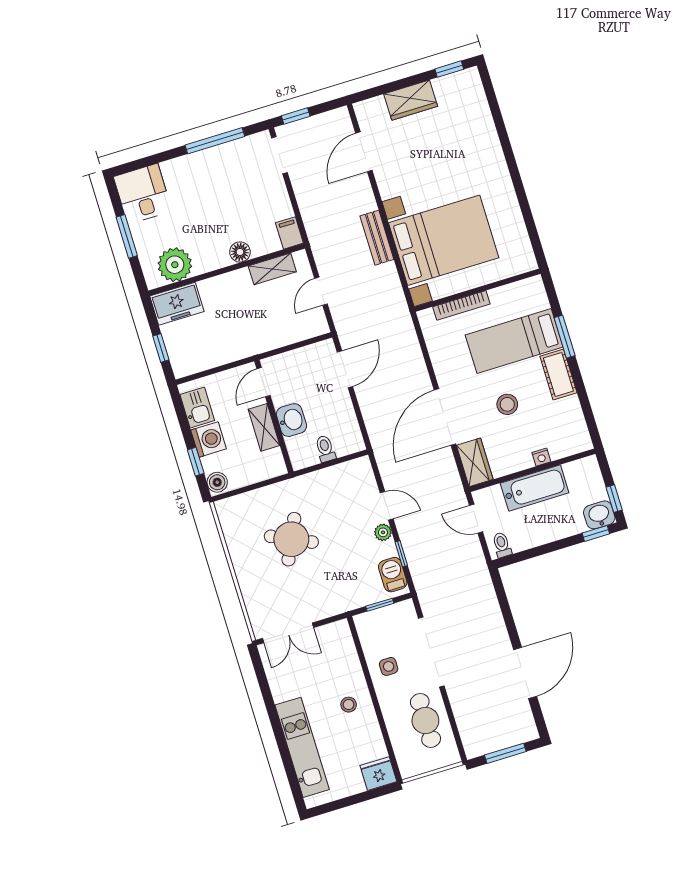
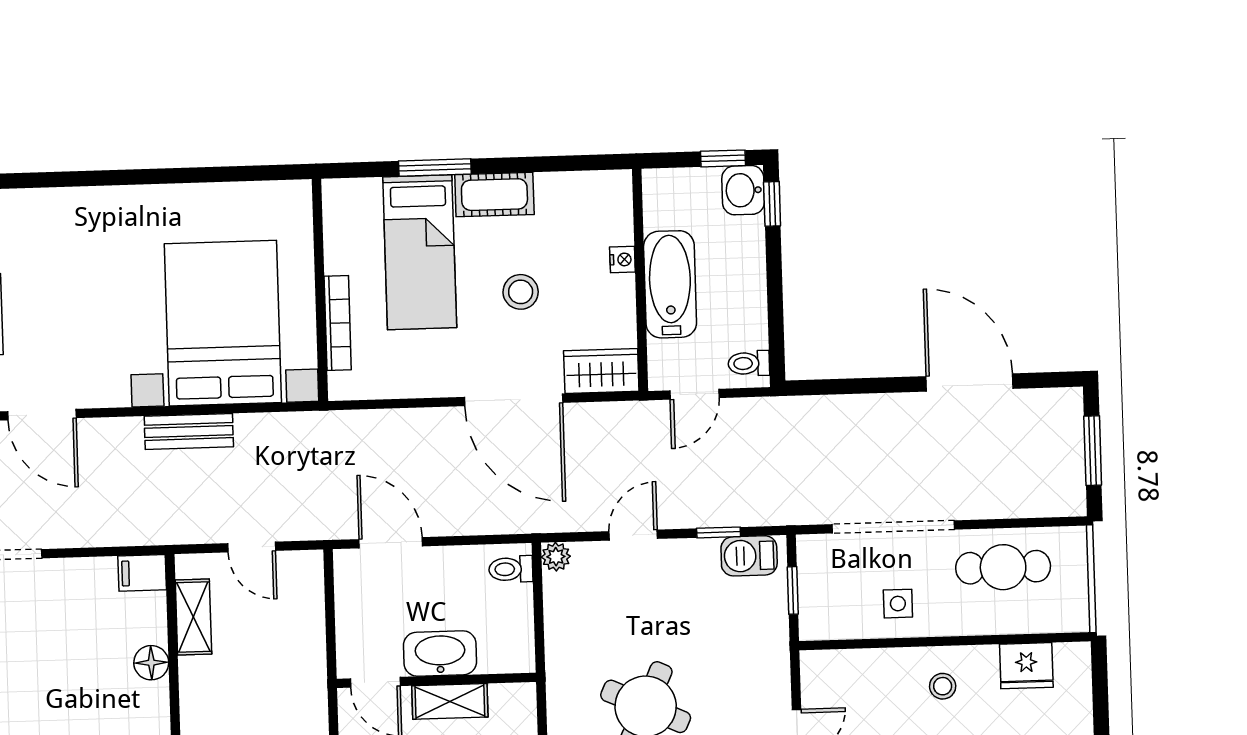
washbasin: (291, 420) -> (440, 653), width x1.38
toilet: (325, 449) -> (511, 569), moved
plant: (383, 532) -> (556, 557), moved
fridge: (378, 774) -> (1026, 666), moved, turned -90

